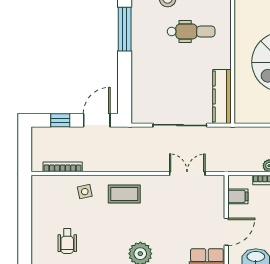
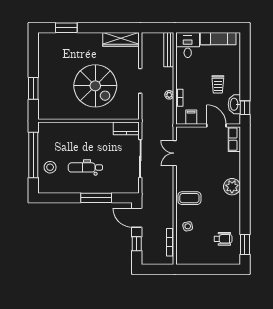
window: (125, 29) -> (96, 198), moved
dental chair: (191, 31) -> (85, 167), moved, turned -90
kitchen counter: (222, 96) -> (126, 128), width x0.67
coffee table: (124, 194) -> (189, 198), turned 90

